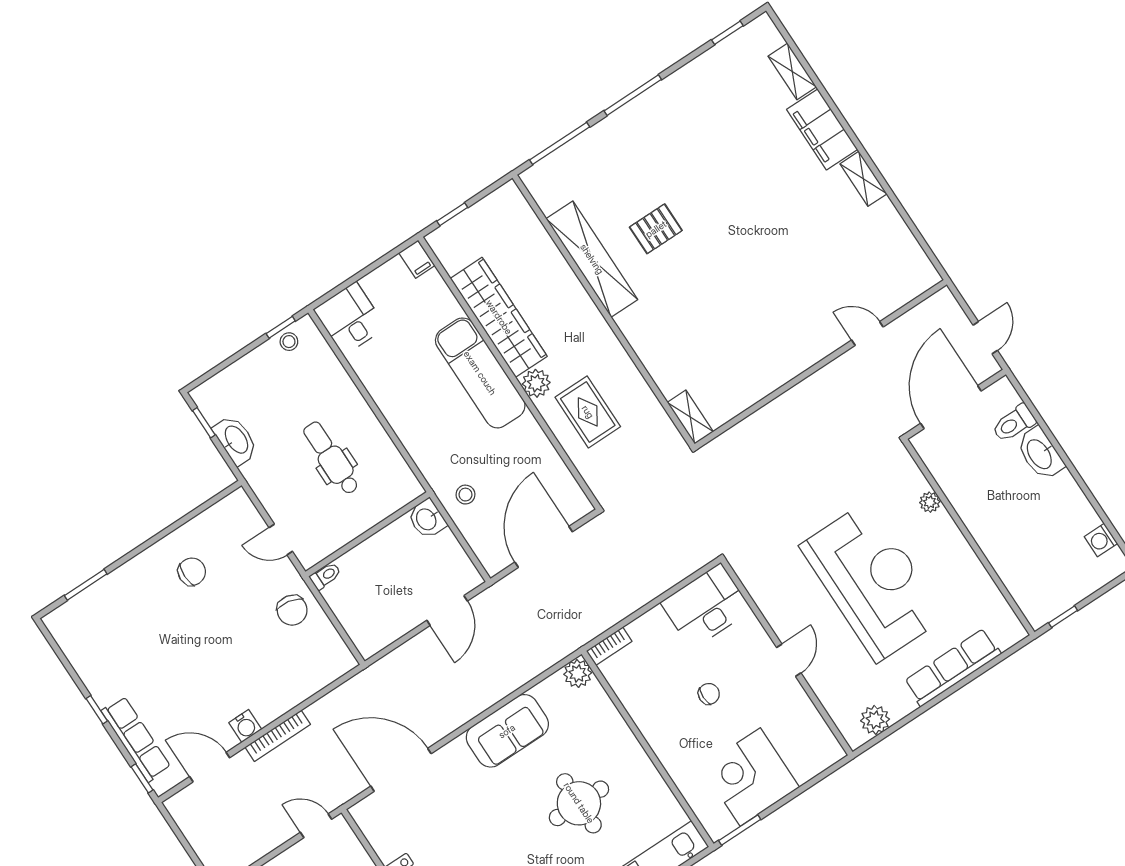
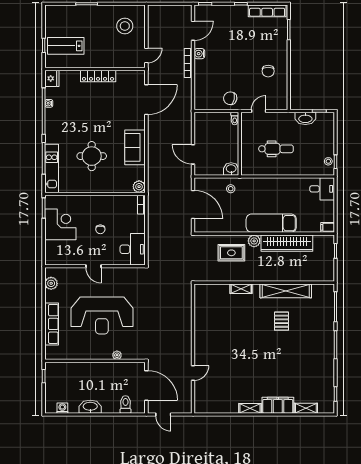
shelving: (690, 417) -> (241, 289), moved
washbasin: (1040, 454) -> (90, 407), moved
row of seats: (136, 739) -> (267, 11), moved

